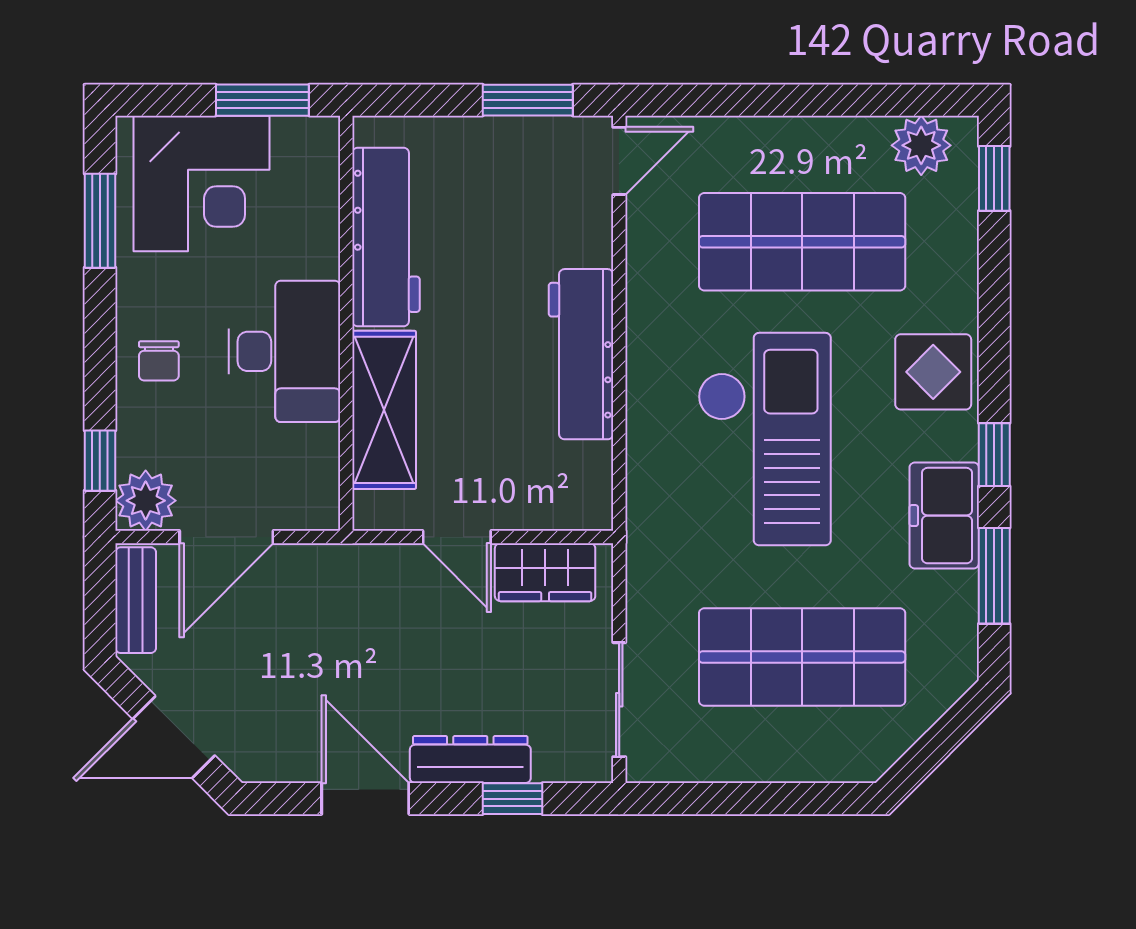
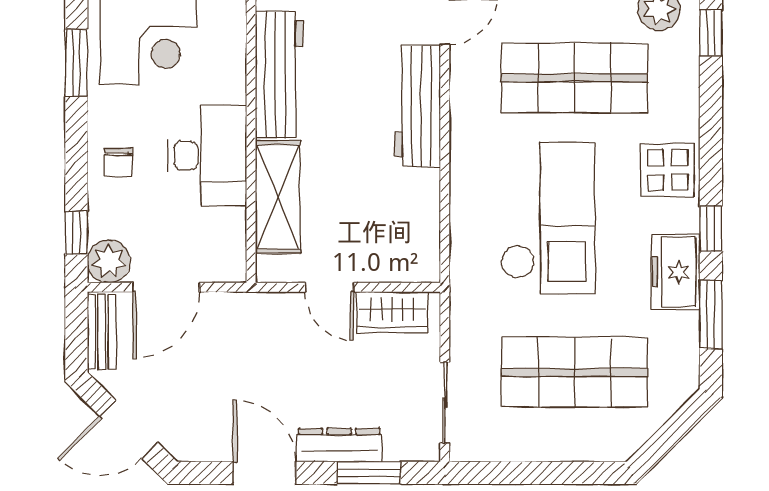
workbench: (581, 354) -> (418, 106), moved
window: (513, 799) -> (369, 473), width x1.50

